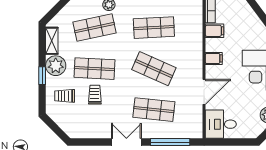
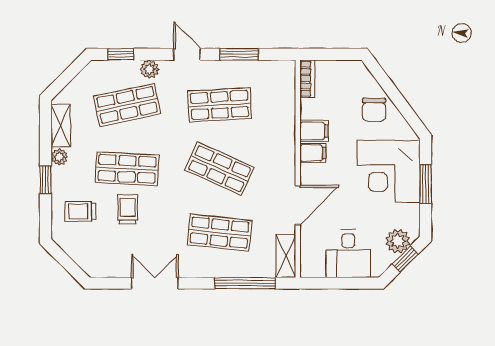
filing cabinet: (215, 31) -> (314, 131), moved
chair: (253, 31) -> (374, 110), added
plant: (56, 66) -> (59, 157), width x0.53, depth x0.53
desk: (221, 124) -> (348, 254), moved, turned -90
shelving: (196, 125) -> (286, 256), added
double door: (126, 142) -> (155, 283), moved

